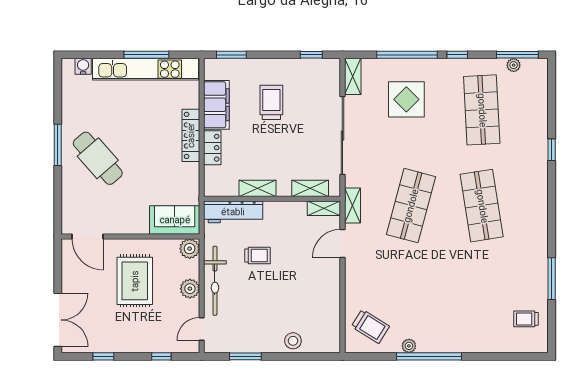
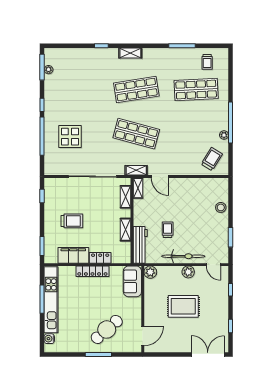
shelving: (353, 76) -> (130, 53), moved
trolley: (271, 102) -> (72, 221), turned 180
shop shelf: (482, 110) -> (196, 90), moved
sofa: (175, 220) -> (132, 281), moved
door: (88, 236) -> (143, 336), moved
wall: (130, 236) -> (143, 309), moved
plant: (190, 249) -> (150, 272), moved

